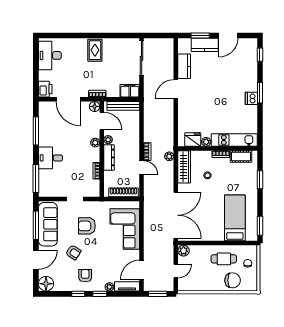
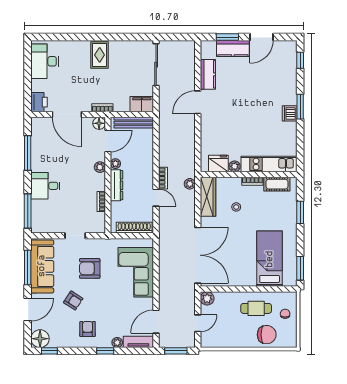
door: (102, 121) -> (108, 141), hinge flipped
window: (78, 294) -> (49, 351), moved

